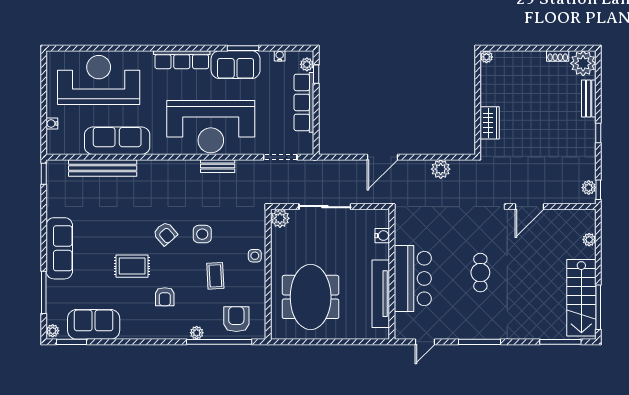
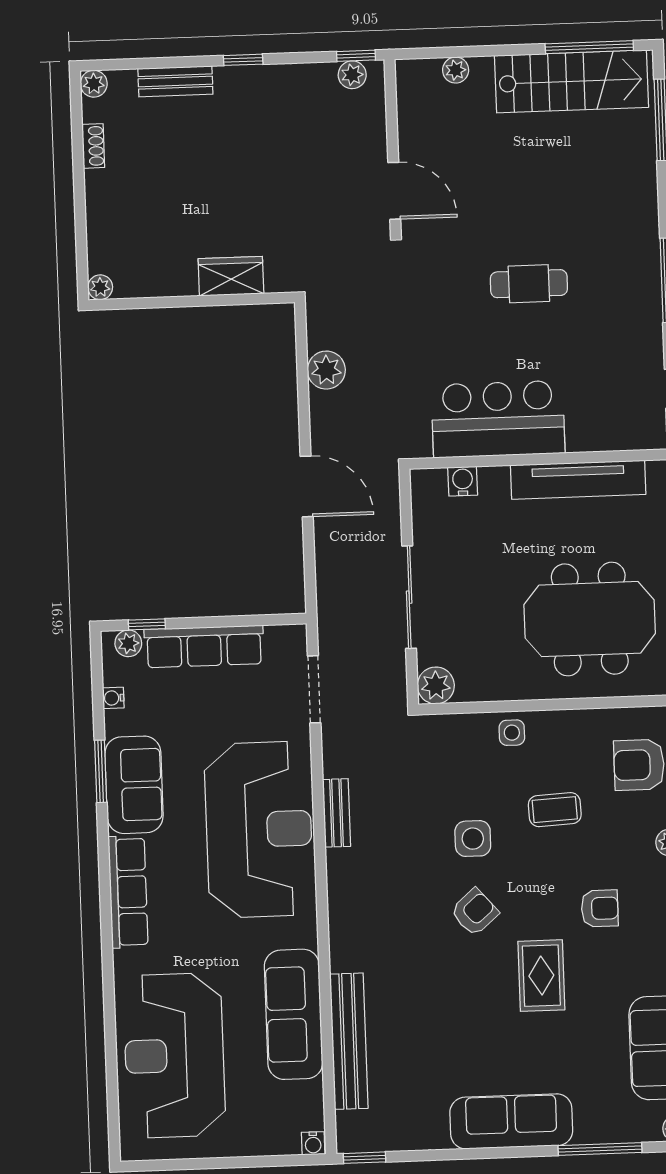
plant: (583, 63) -> (94, 84), width x0.53, depth x0.53
water cooler: (52, 124) -> (313, 1143), moved
bar counter: (413, 278) -> (498, 419), moved

